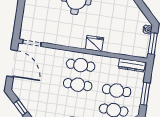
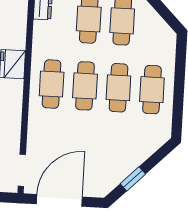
cafe table: (75, 104) -> (118, 88), added

